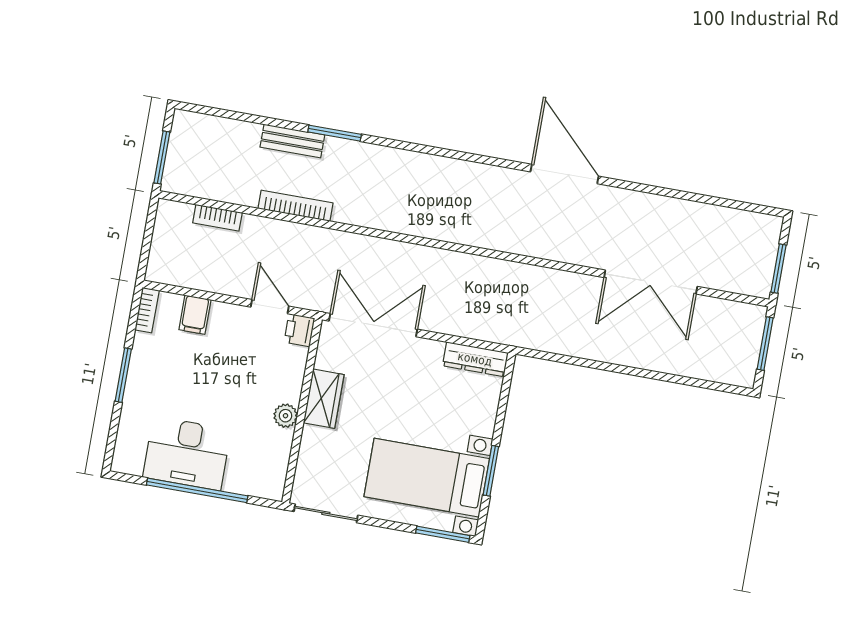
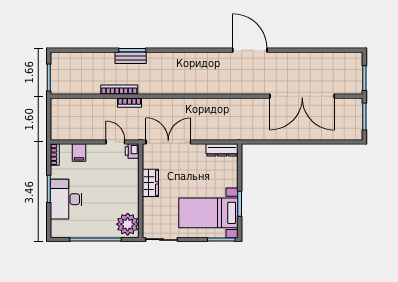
bench: (292, 141) -> (131, 58), moved
bookcase: (217, 218) -> (129, 103), moved
double door: (651, 282) -> (302, 96), width x1.36
plant: (286, 416) -> (128, 224), moved, width x1.88, depth x1.88
desk: (187, 453) -> (66, 199), moved, turned 90

